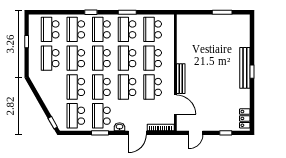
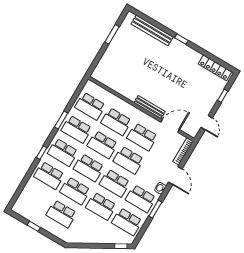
school desk: (50, 29) -> (35, 199), removed
bench: (245, 68) -> (152, 30), moved
locker: (245, 118) -> (215, 68), width x1.53

